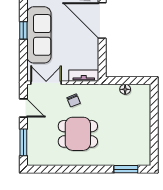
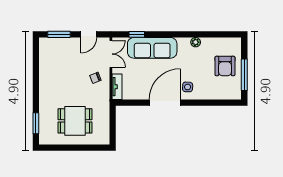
window: (23, 30) -> (137, 34), moved
floor lamp: (125, 89) -> (105, 123), removed
dining table: (78, 134) -> (75, 121), moved, turned 90

